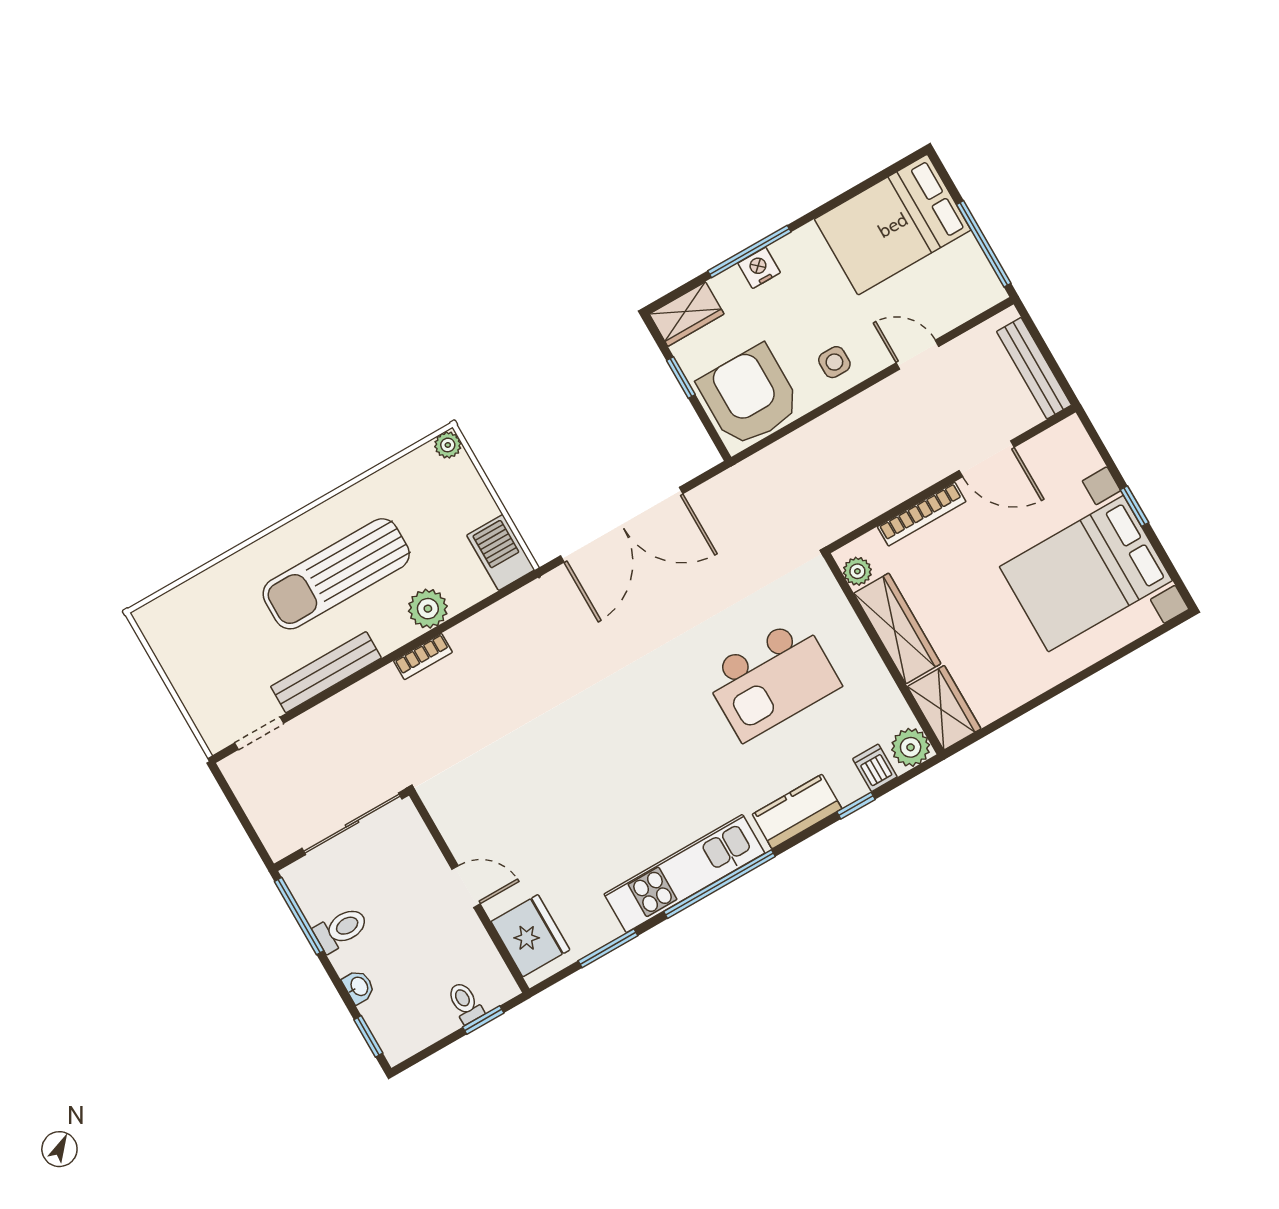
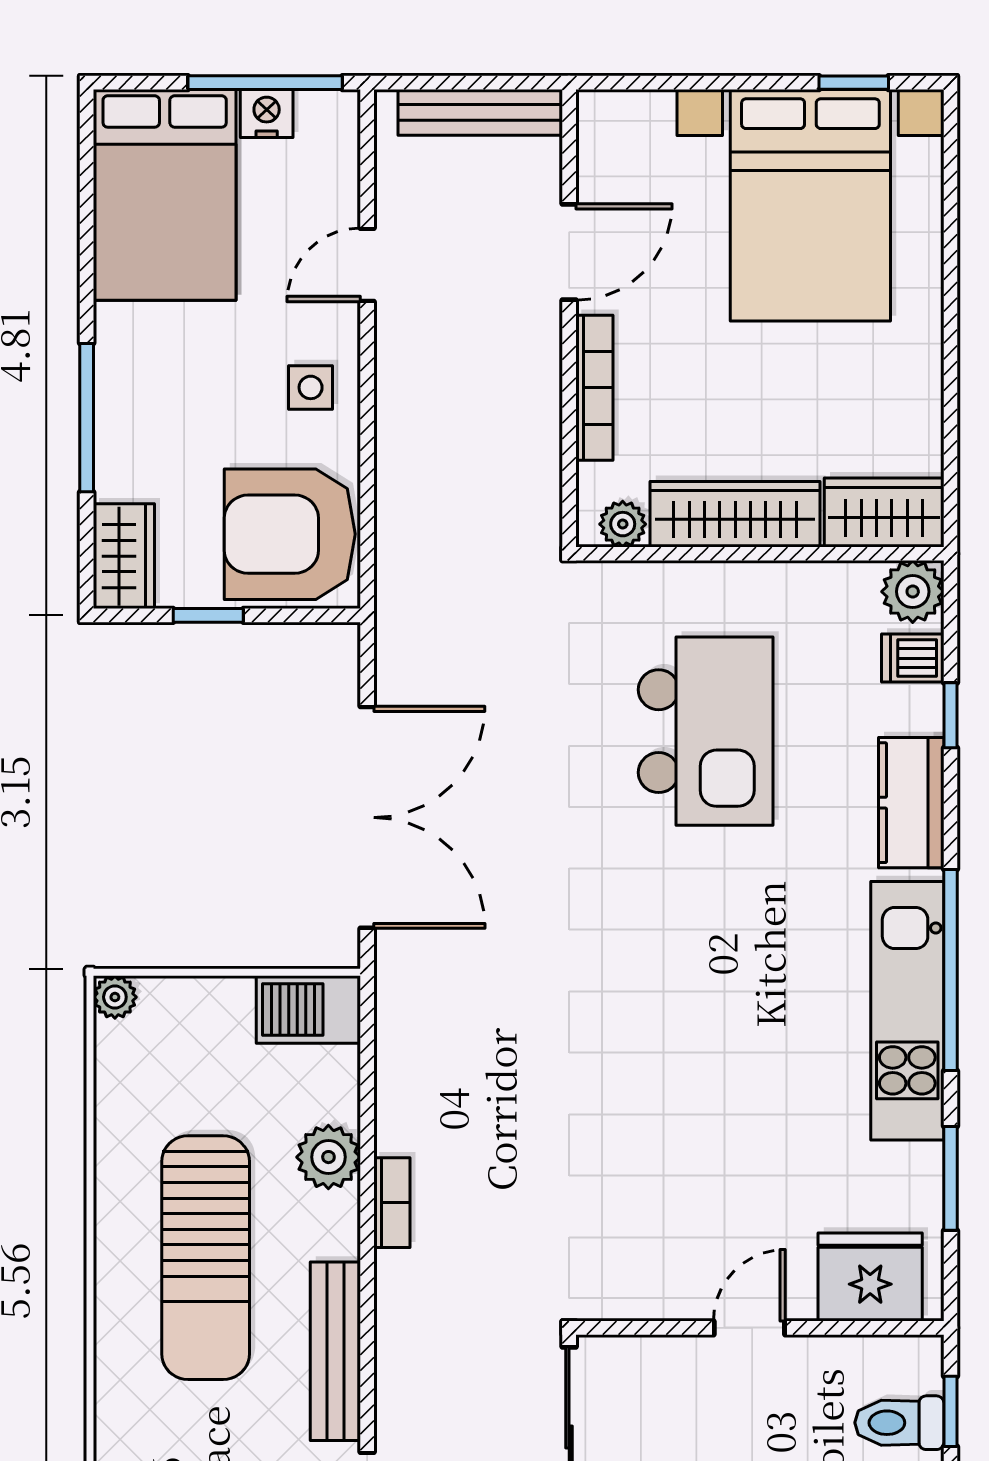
nightstand: (759, 268) -> (267, 113), moved, turned 90
window: (1134, 506) -> (854, 83), moved
toilet: (465, 1003) -> (899, 1423), width x1.37, depth x1.39

